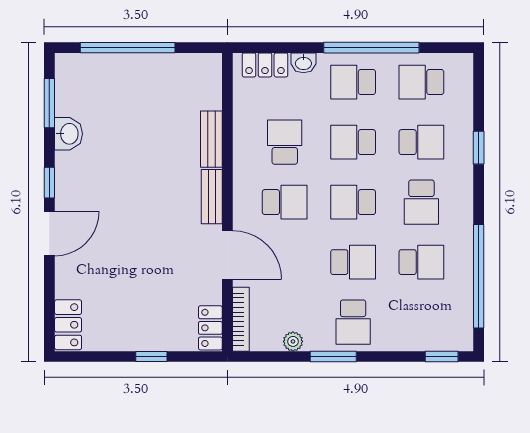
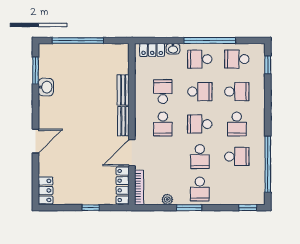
school desk: (353, 142) -> (200, 92), turned 180
window: (479, 148) -> (268, 65), moved
window: (49, 183) -> (36, 114), removed
school desk: (285, 202) -> (163, 124), turned 90
door: (227, 255) -> (132, 153), swing flipped
school desk: (353, 262) -> (200, 157), turned 90
locker: (210, 328) -> (123, 185), width x1.53

